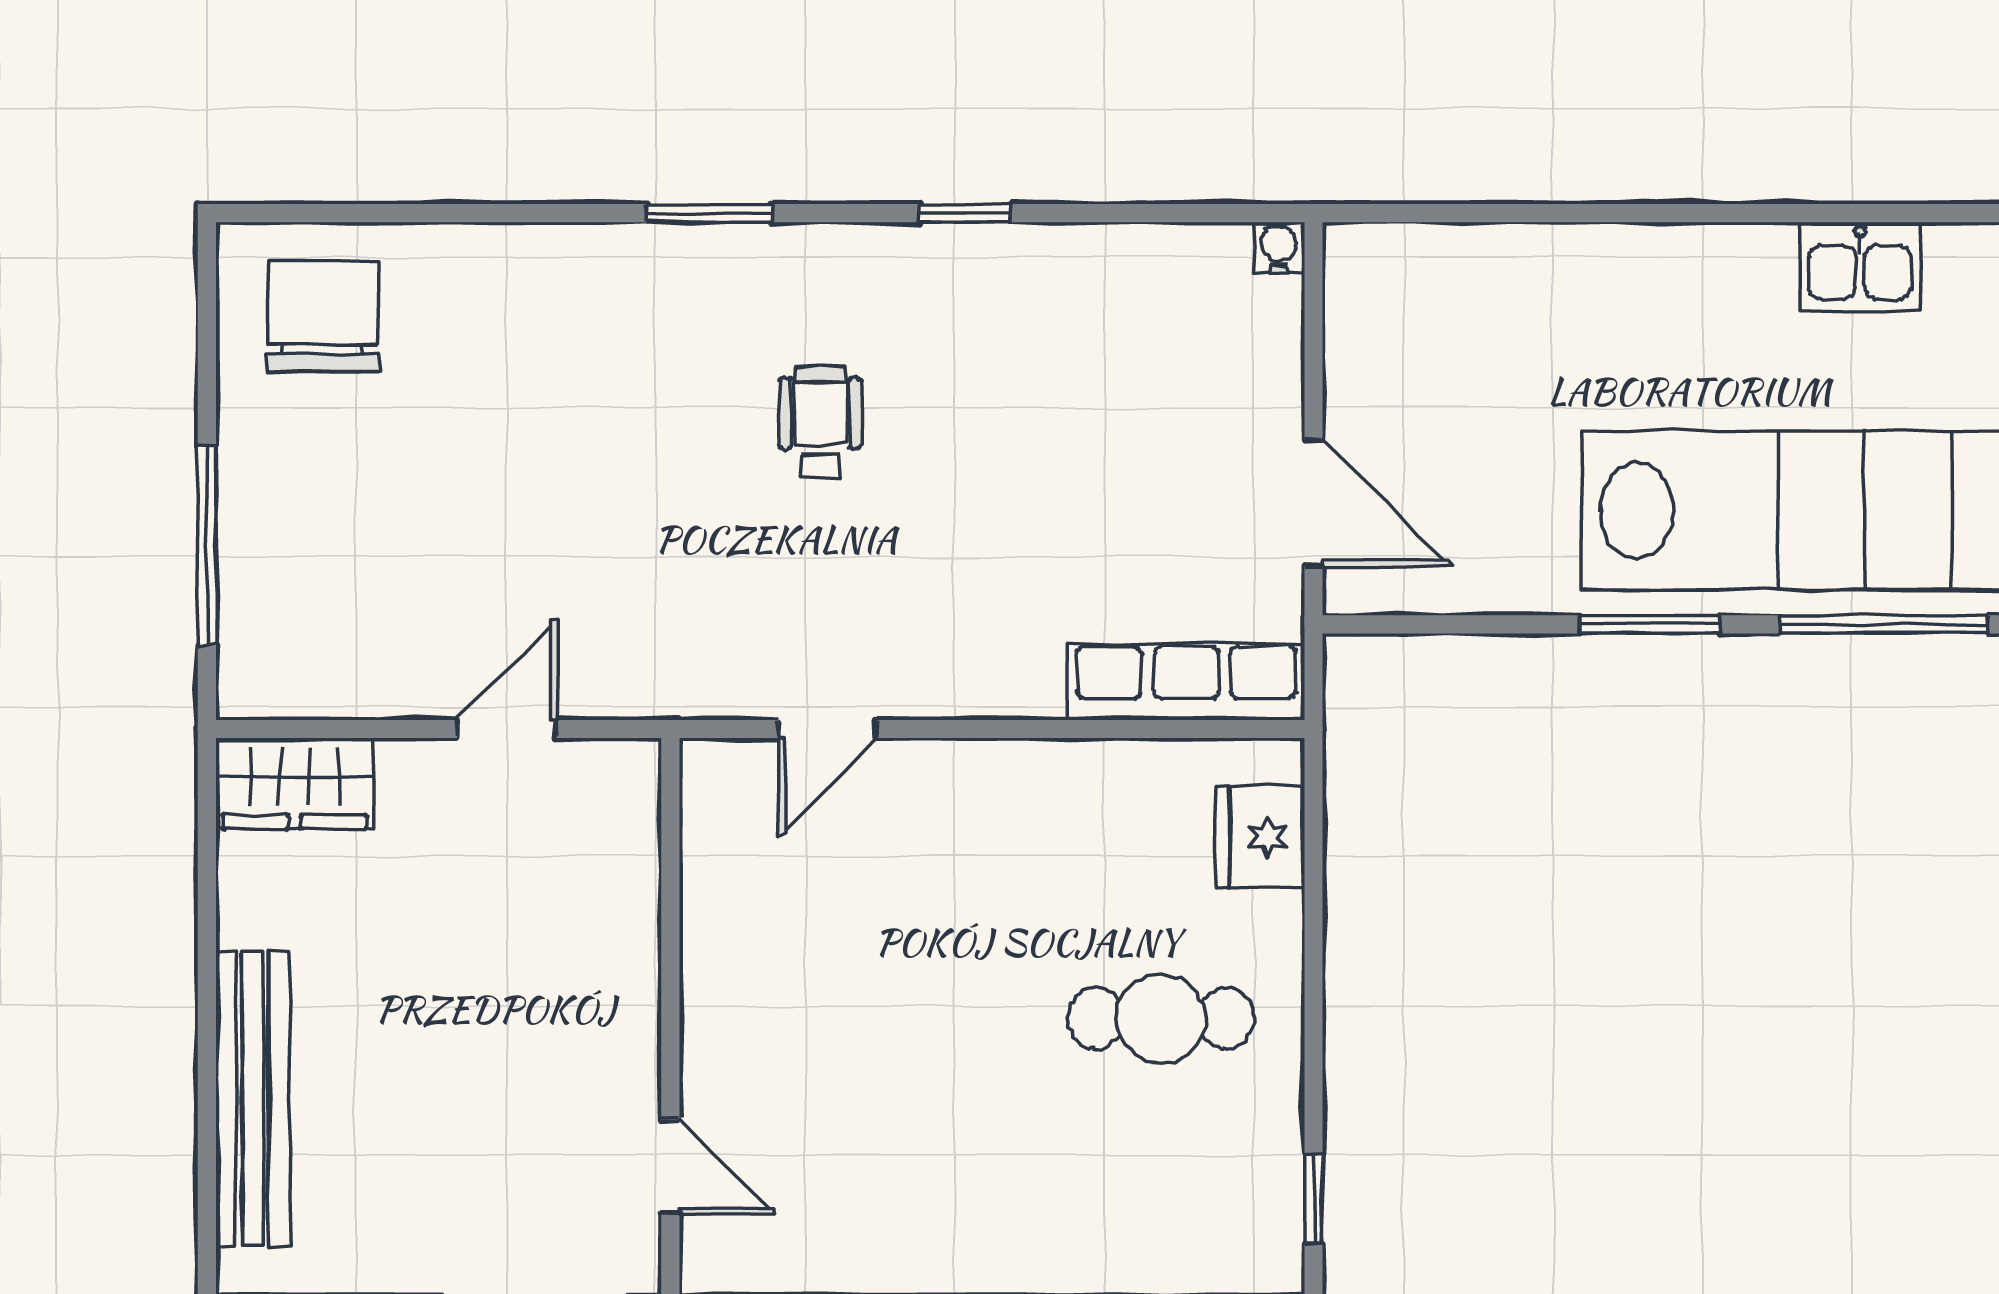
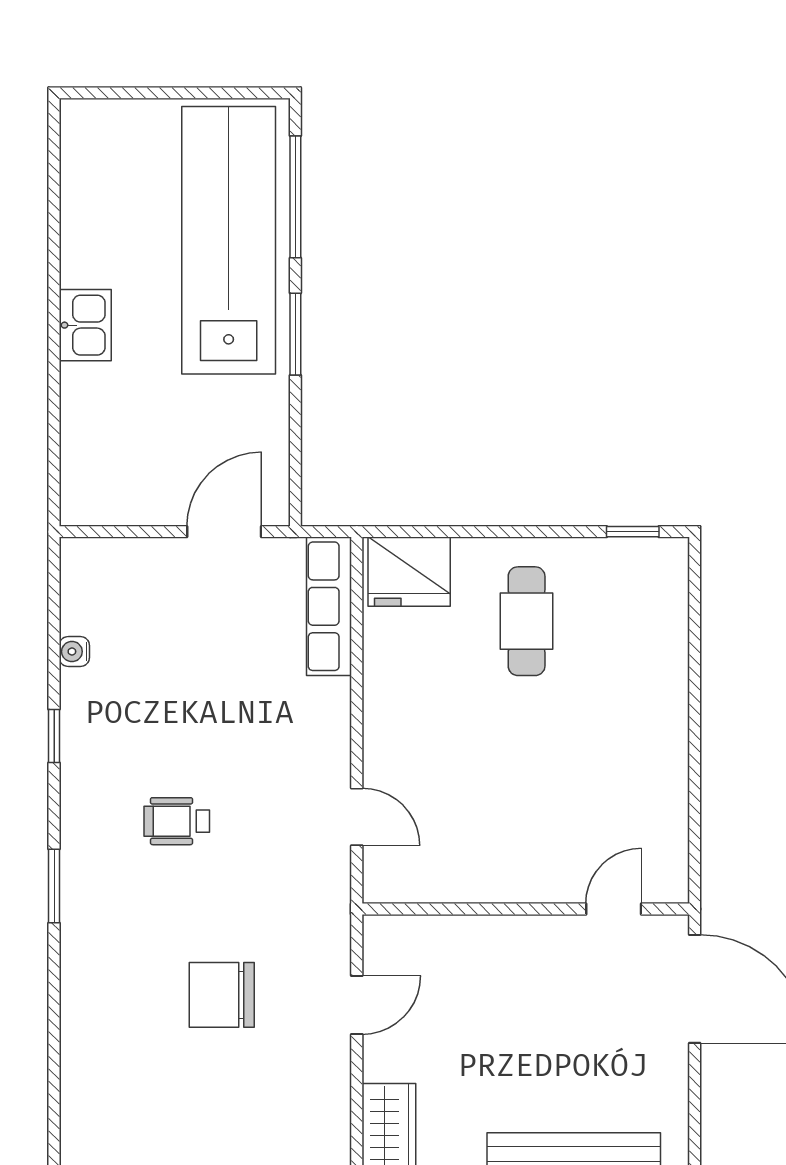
water cooler: (1279, 248) -> (74, 652), moved
kitchen sink: (1860, 266) -> (85, 325), moved
chair: (323, 316) -> (222, 995), moved
door: (507, 729) -> (357, 1005), swing flipped
fridge: (1260, 837) -> (409, 572), width x1.36, depth x1.34

